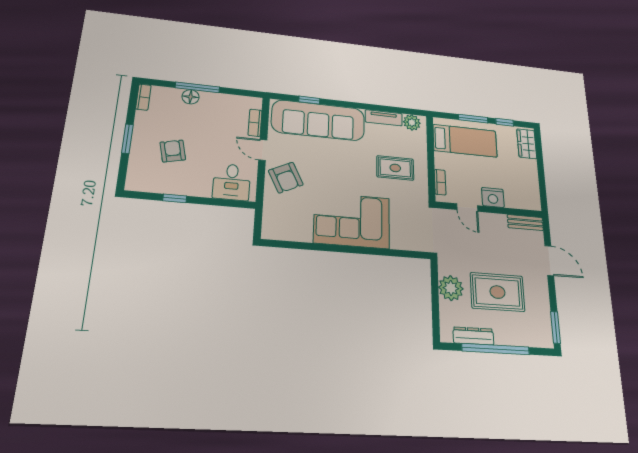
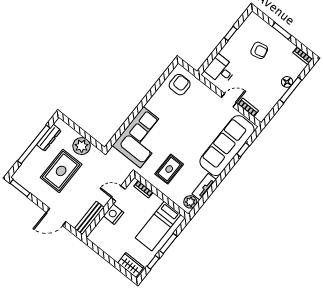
armchair: (286, 178) -> (180, 85), moved, turned 116
corner sofa: (352, 220) -> (142, 137), moved
bench: (525, 223) -> (89, 218), width x1.36

